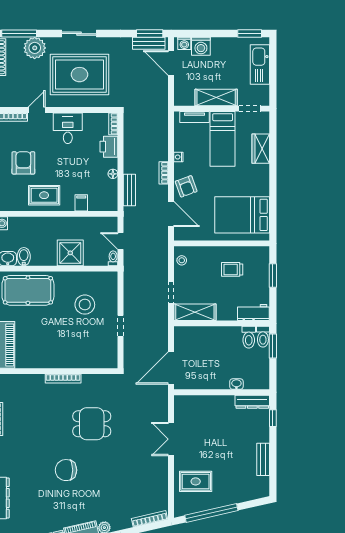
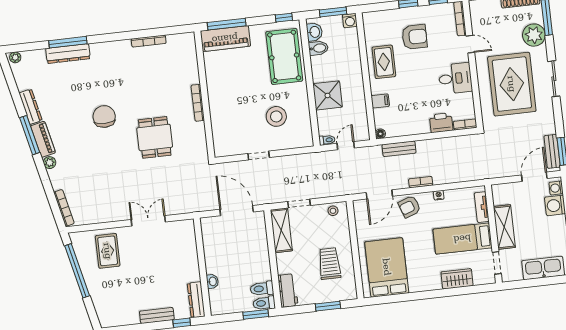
floor lamp: (113, 174) -> (380, 134), moved
trolley: (232, 269) -> (330, 264), width x1.36, depth x1.39
door: (171, 368) -> (237, 211), moved
bench: (263, 459) -> (157, 315), moved

